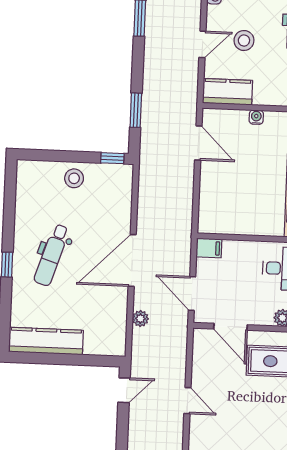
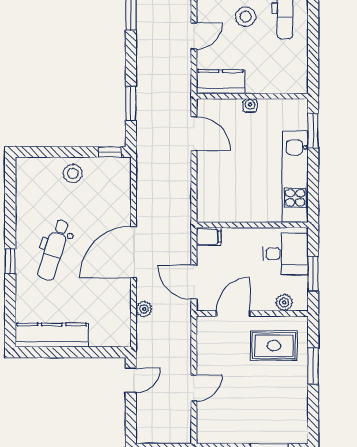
stool: (244, 41) -> (246, 17), moved
door: (230, 327) -> (233, 313), swing flipped
door: (187, 401) -> (194, 388), hinge flipped

